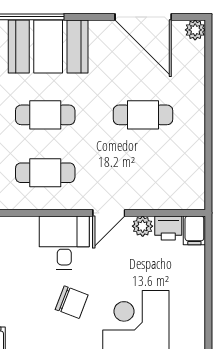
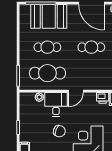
cafe table: (45, 173) -> (47, 73), width x1.37, depth x1.35
plant: (143, 226) -> (39, 97), moved

